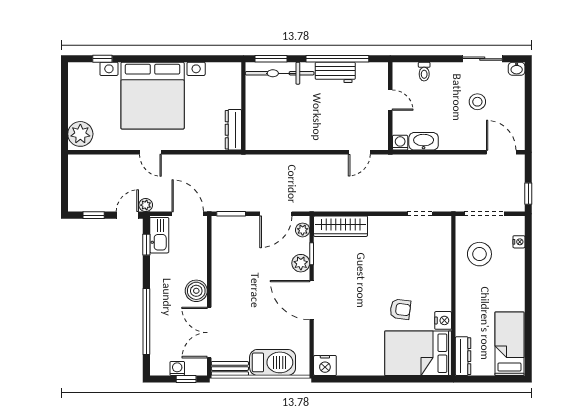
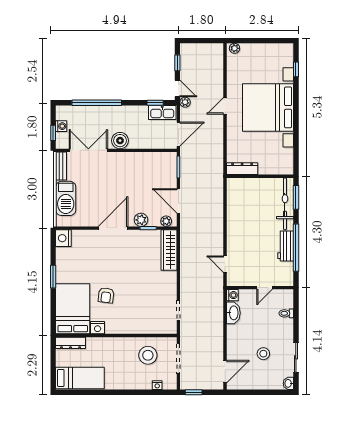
plant: (80, 134) -> (235, 48), width x0.53, depth x0.53
window: (376, 379) -> (53, 277), added

